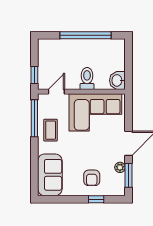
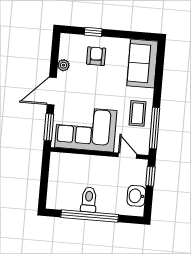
toilet: (87, 79) -> (89, 200), moved, turned 180
washbasin: (117, 80) -> (136, 196), moved, turned 180
door: (56, 92) -> (127, 156), swing flipped
window: (129, 175) -> (49, 127), moved

